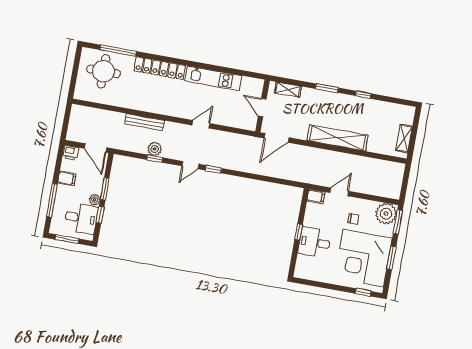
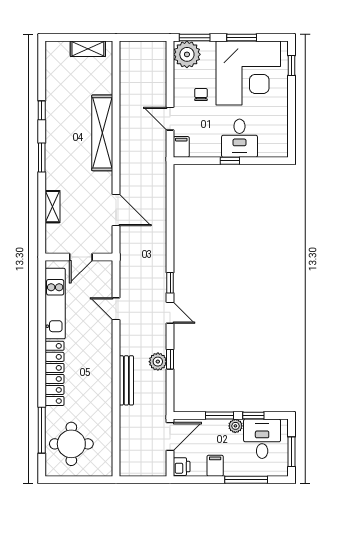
wall: (262, 106) -> (79, 257), moved
door: (262, 107) -> (81, 257), moved

